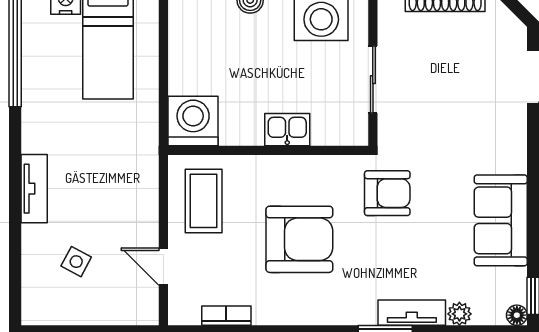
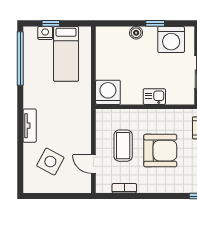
coffee table: (204, 201) -> (123, 146), moved
side table: (76, 262) -> (50, 162), width x1.87, depth x1.87

